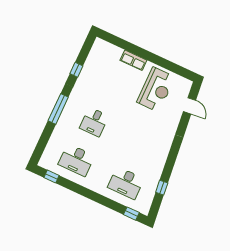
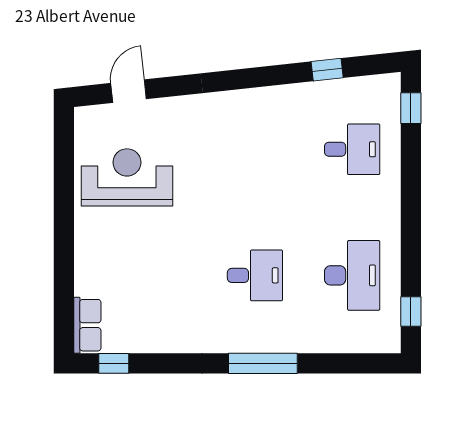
row of seats: (133, 60) -> (87, 325), moved
window: (76, 70) -> (114, 363), moved
desk: (126, 183) -> (352, 149), width x0.73

